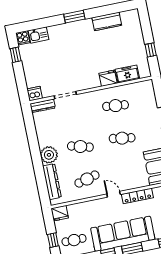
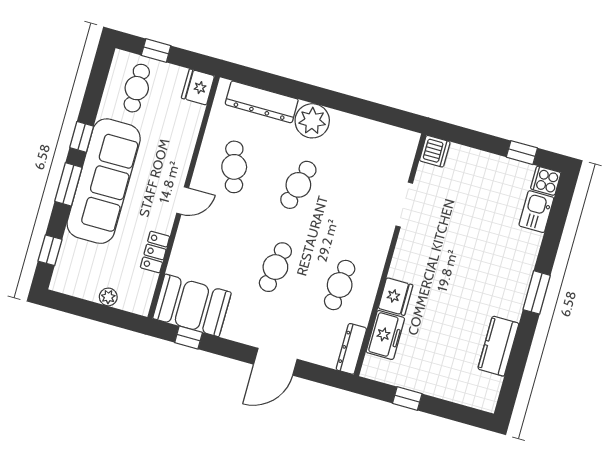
dresser: (43, 106) -> (351, 349), moved
locker: (137, 196) -> (155, 252), width x0.66

